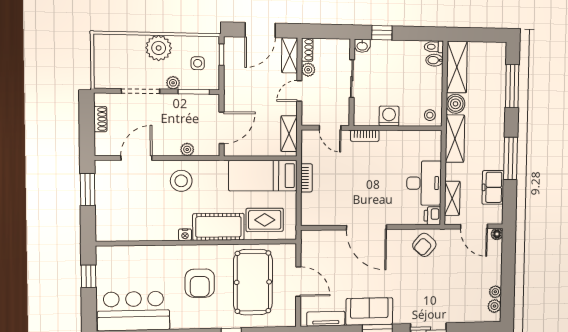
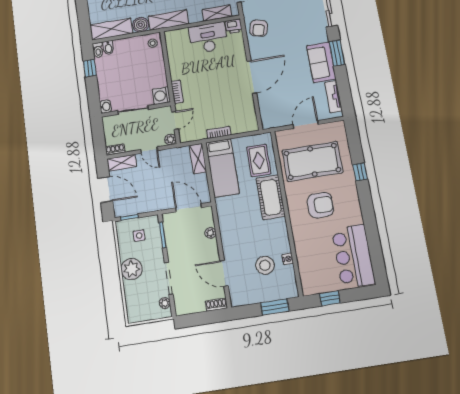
window: (382, 33) -> (90, 68), moved
plant: (308, 70) -> (170, 139), moved
plant: (173, 83) -> (165, 303), moved
washing machine: (389, 116) -> (161, 96), moved
shoe rack: (100, 119) -> (216, 305), moved
shelving: (289, 134) -> (198, 159), moved, turned 90
stool: (181, 181) -> (265, 265), moved
window: (88, 189) -> (275, 307), moved
nightstand: (185, 235) -> (288, 259), moved
armchair: (424, 245) -> (259, 28), turned 61

